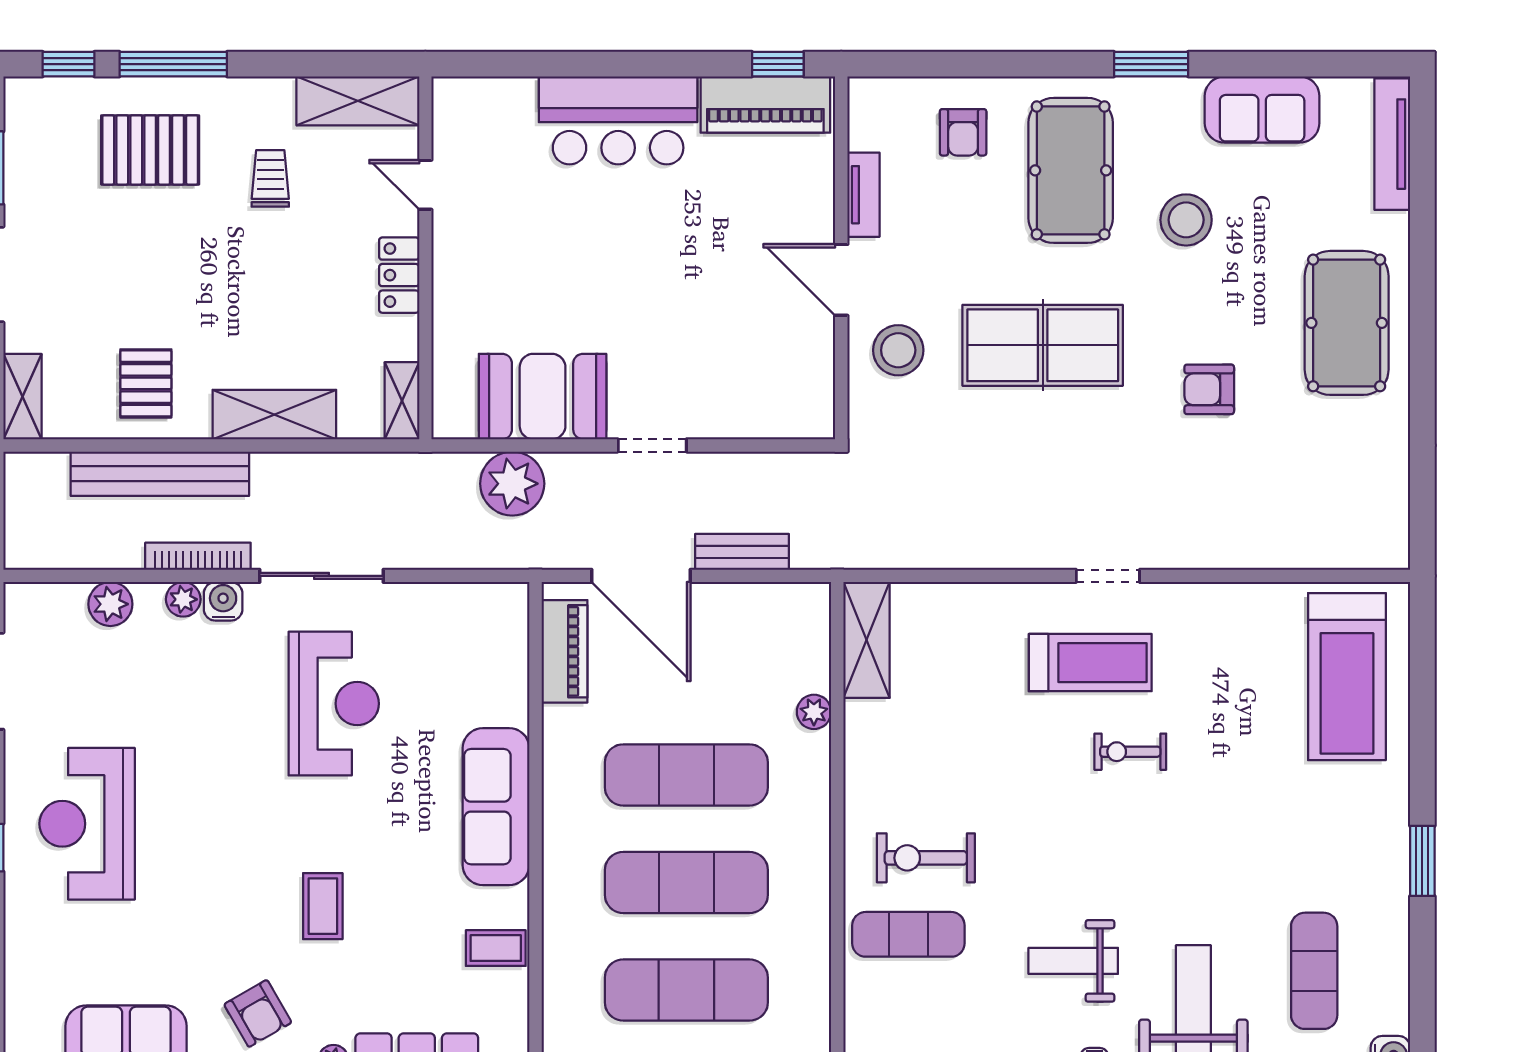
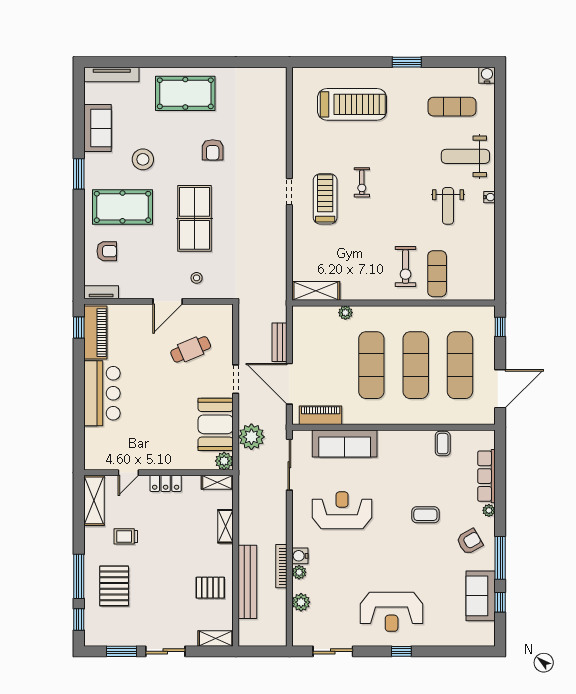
tv unit: (863, 195) -> (101, 292), moved
cafe table: (725, 336) -> (191, 349), added
stool: (898, 350) -> (197, 278), width x0.53, depth x0.53
shelving: (274, 415) -> (226, 526), width x0.67, depth x0.75
plant: (454, 417) -> (224, 461), added
sliding door: (321, 576) -> (289, 465), moved
door: (641, 576) -> (289, 384), swing flipped
treadmill: (1347, 677) -> (352, 104), moved
sofa: (496, 807) -> (345, 443), moved

